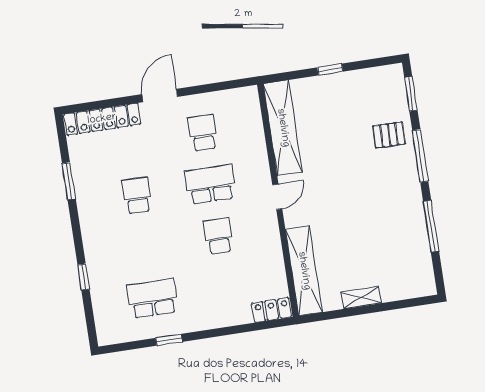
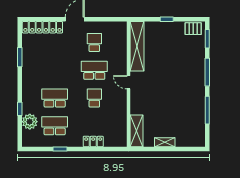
pallet: (389, 135) -> (193, 29), moved
school desk: (137, 196) -> (55, 98), moved, width x1.85
door: (277, 197) -> (129, 82), swing flipped
shelving: (304, 271) -> (137, 131), width x0.68
plant: (105, 298) -> (30, 122), added
locker: (272, 310) -> (93, 142), moved

